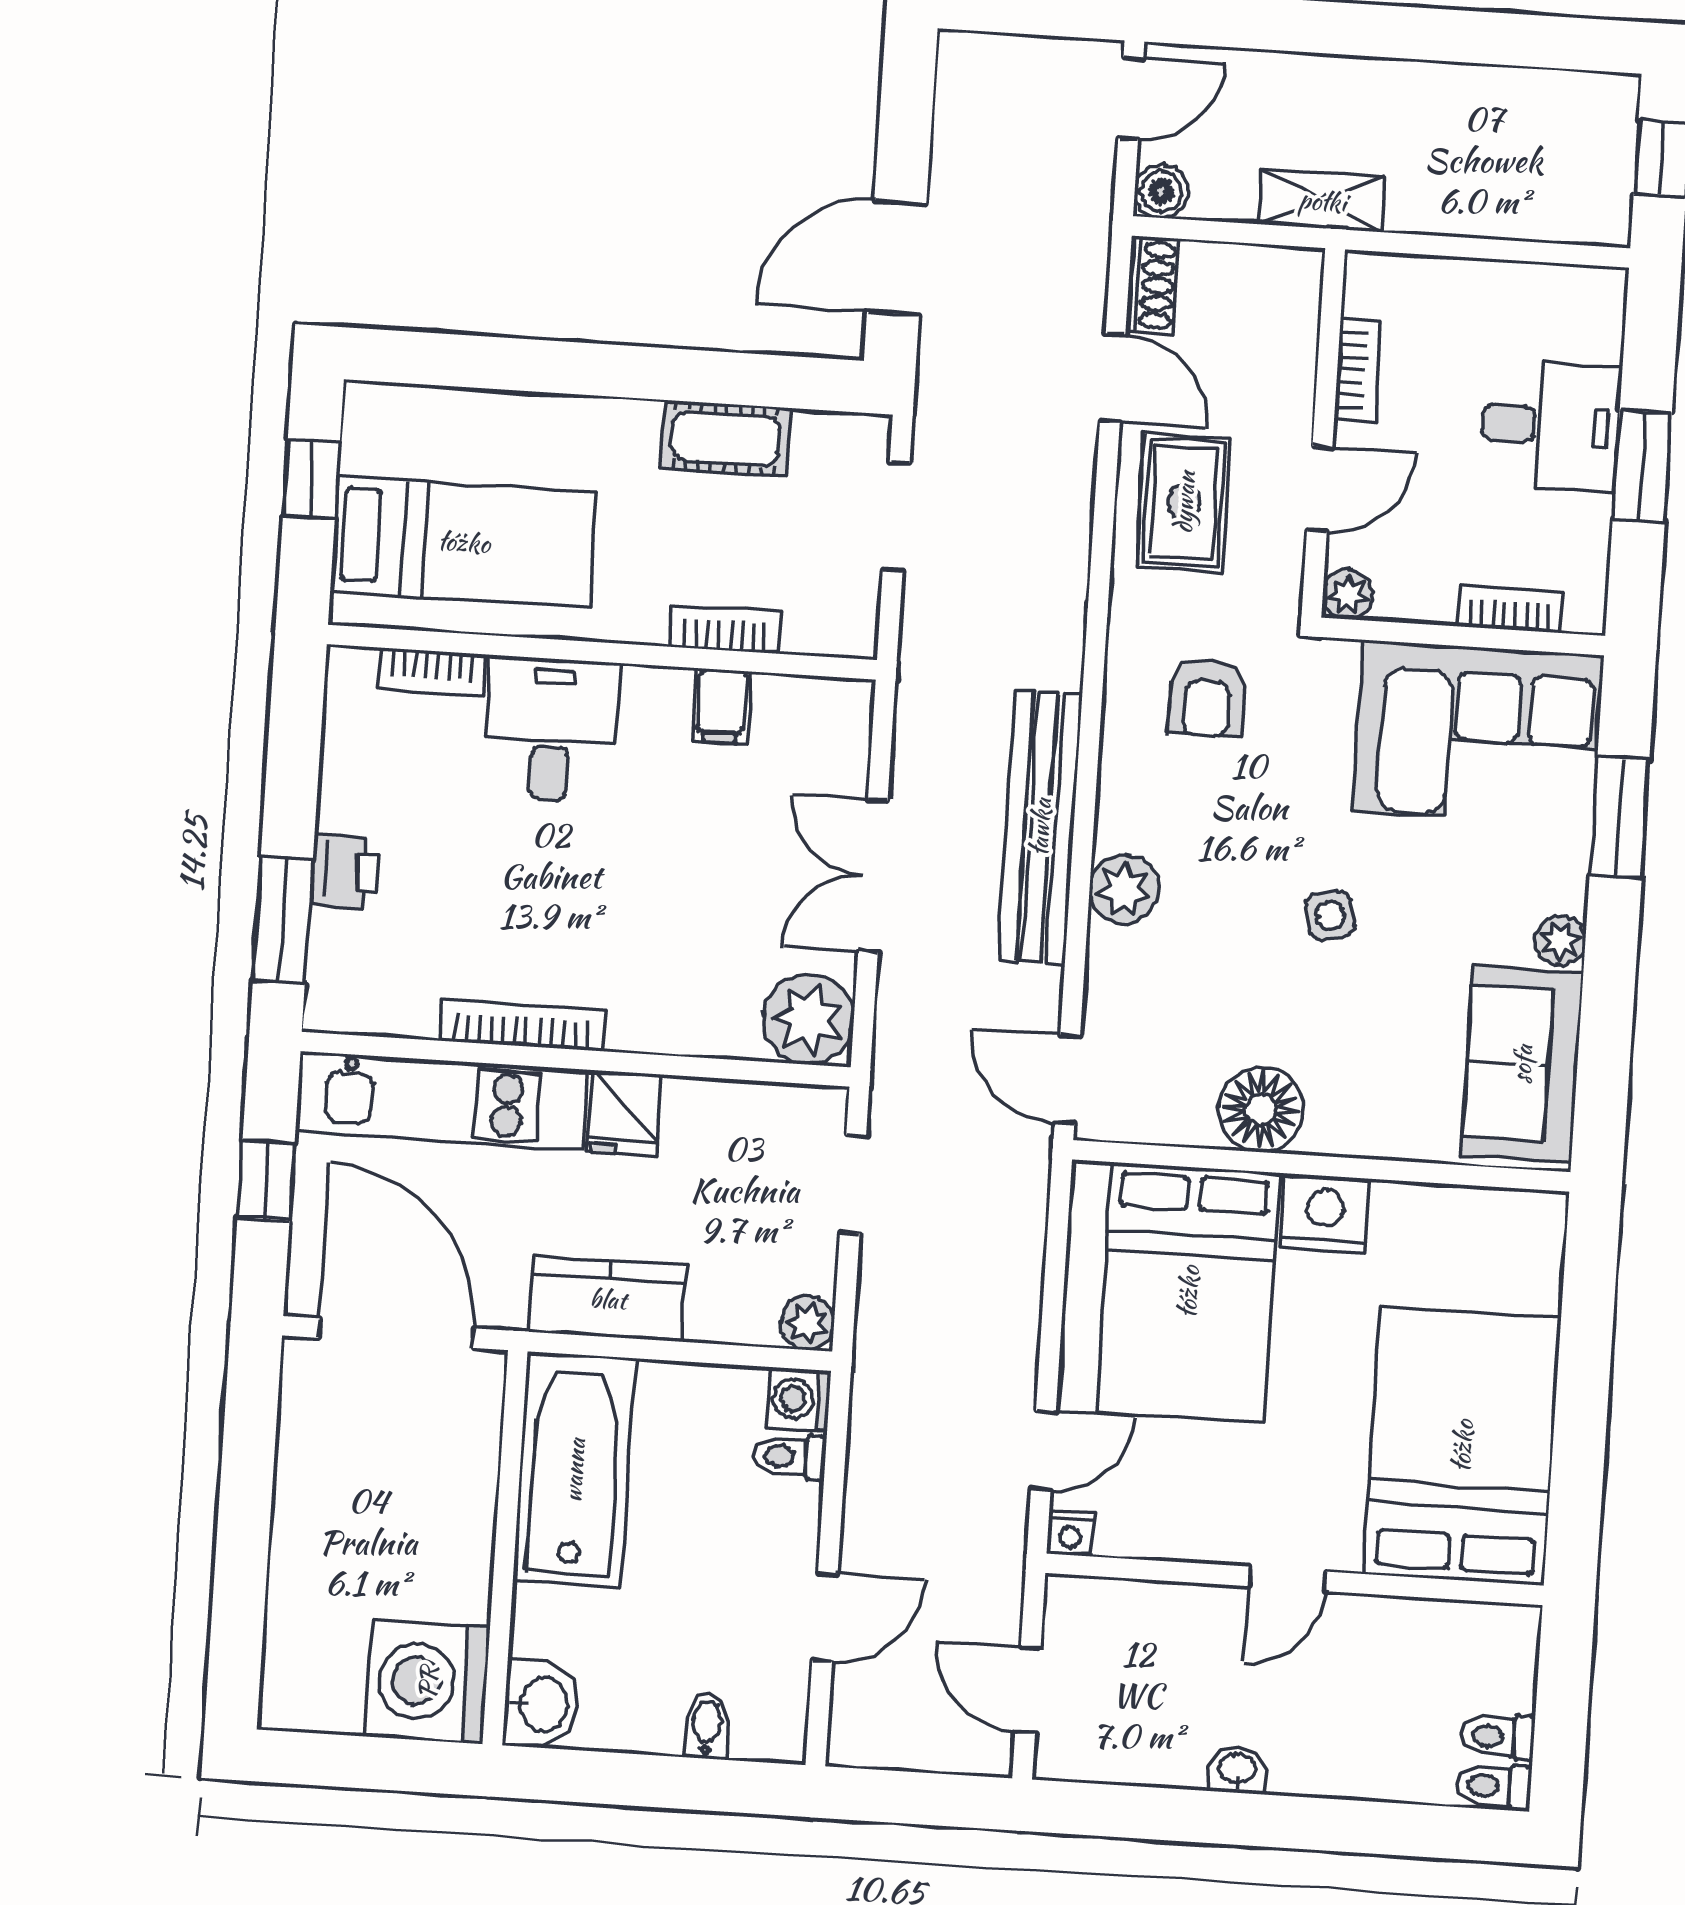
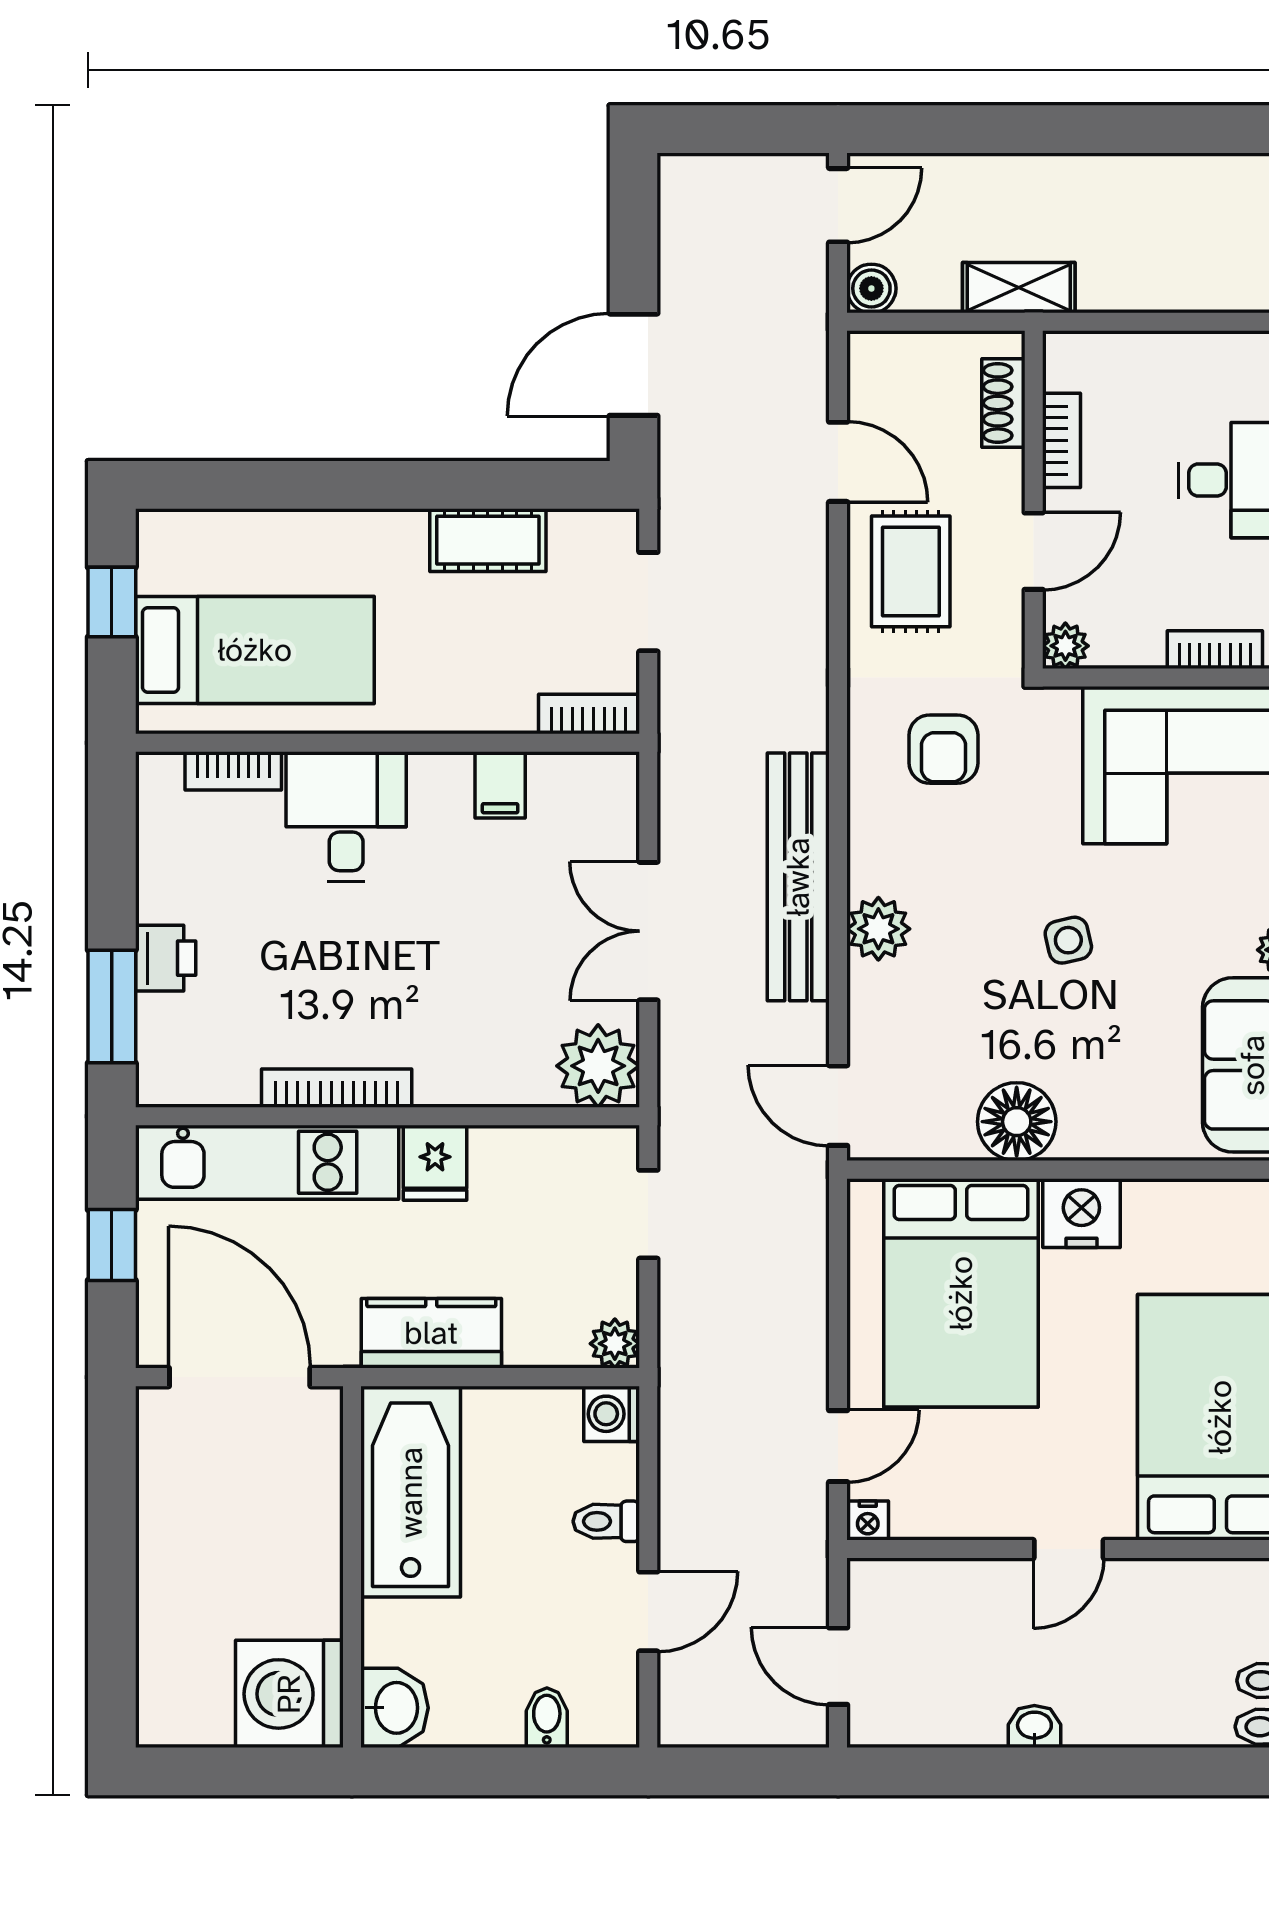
shoe rack: (1152, 285) -> (1003, 403), moved, turned 180
bookcase: (725, 629) -> (588, 714), moved
toilet: (789, 1456) -> (606, 1521), moved

